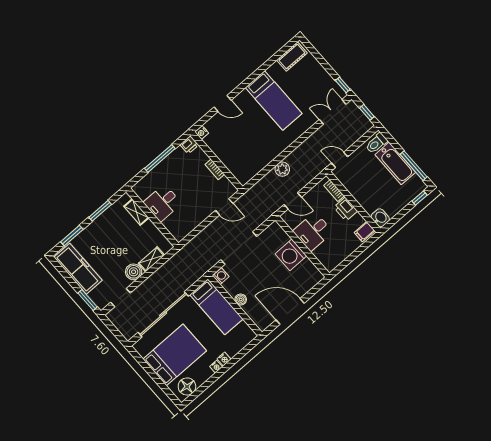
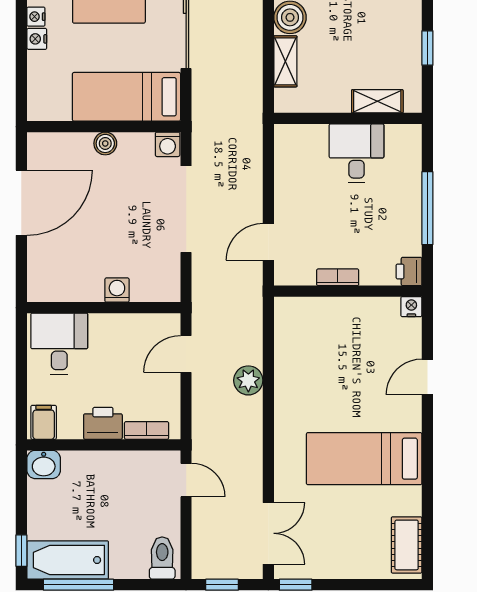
door: (340, 160) -> (186, 480), hinge flipped
bathtub: (395, 163) -> (68, 560), moved
window: (100, 211) -> (427, 48), width x0.67
desk: (313, 232) -> (59, 344), moved
washing machine: (291, 255) -> (117, 290), width x0.53, depth x0.53

